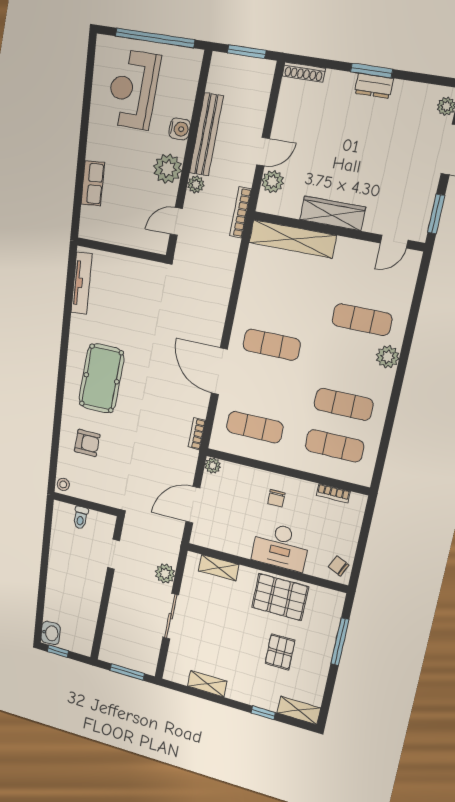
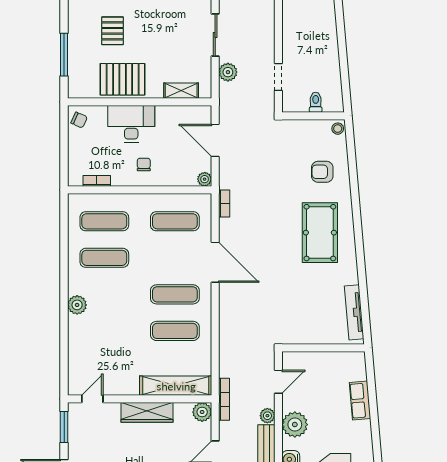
plant: (272, 182) -> (202, 412), moved
exercise mat: (362, 320) -> (175, 331), moved
door: (193, 505) -> (215, 140), swing flipped

